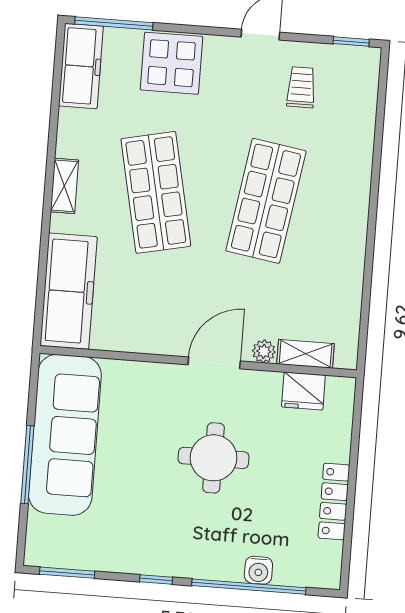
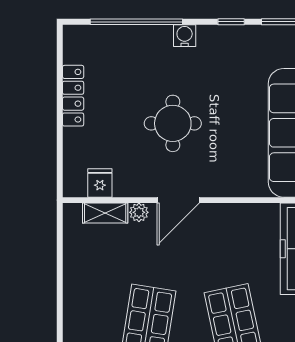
fridge: (303, 391) -> (100, 183), width x0.72
water cooler: (258, 570) -> (185, 36), moved
window: (156, 579) -> (231, 22), moved

